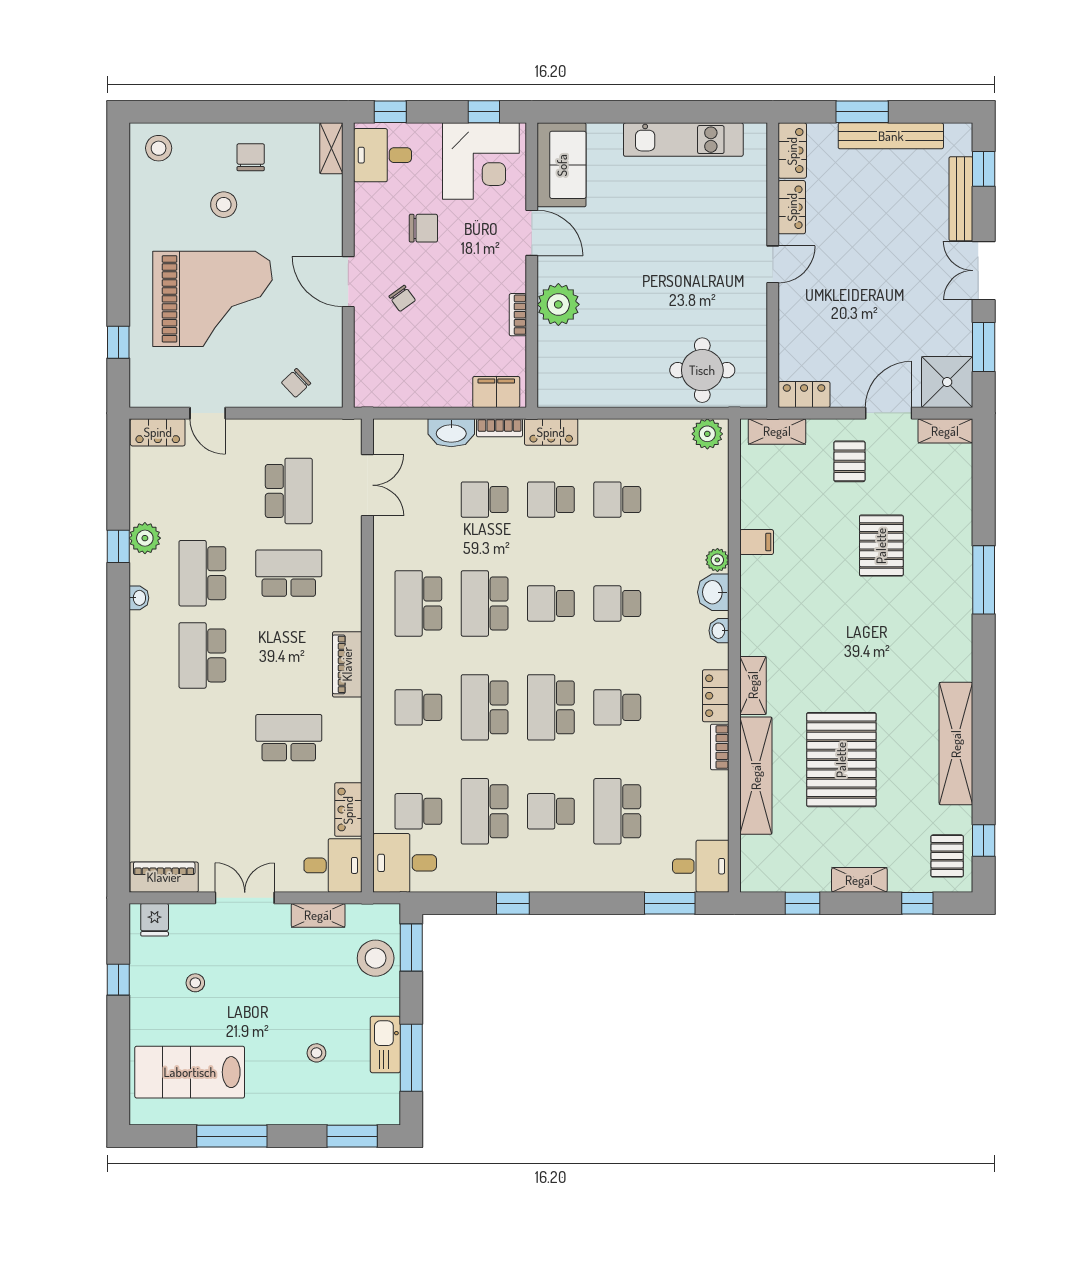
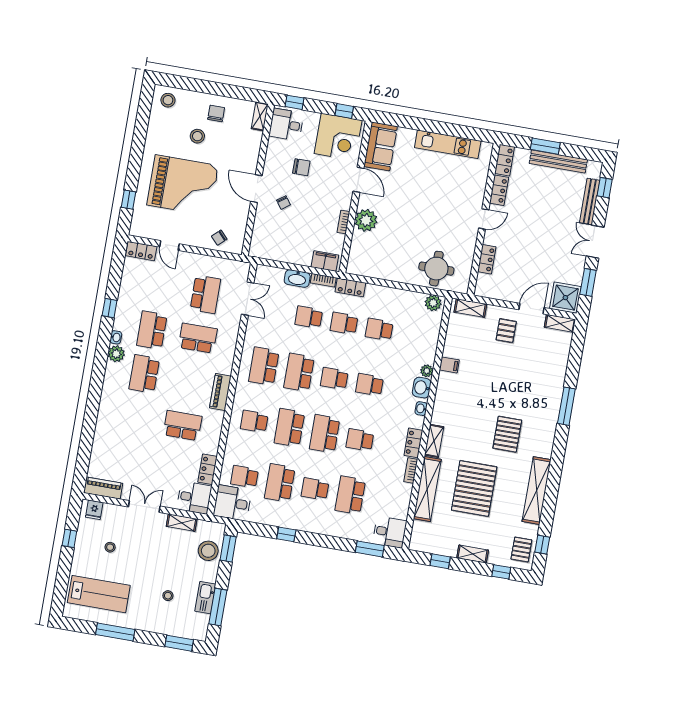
locker: (804, 395) -> (487, 259), moved, turned 90
plant: (145, 538) -> (116, 354), moved
pallet: (881, 546) -> (507, 434), moved
lab bench: (190, 1072) -> (99, 594), turned 180

